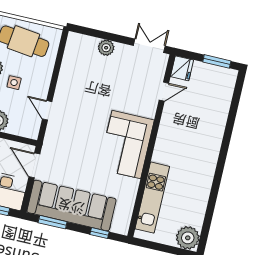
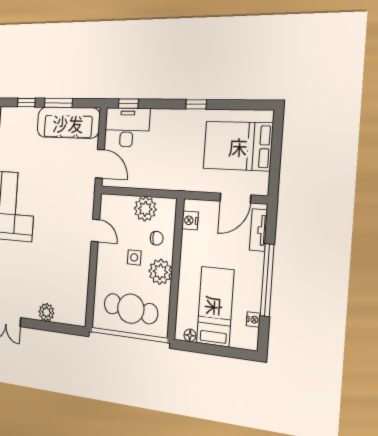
sofa: (71, 206) -> (68, 123), width x0.74, depth x0.79
window: (53, 222) -> (58, 103), moved

